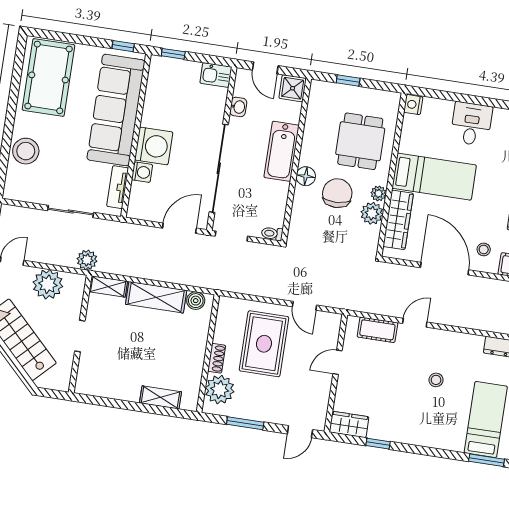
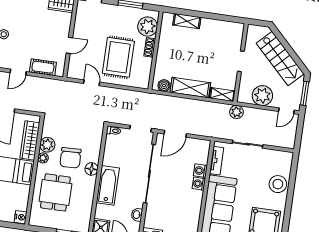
washing machine: (154, 146) -> (199, 184), width x0.53, depth x0.53

